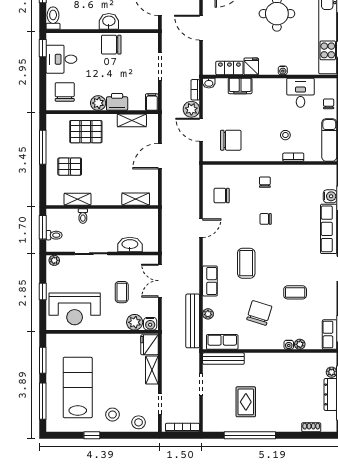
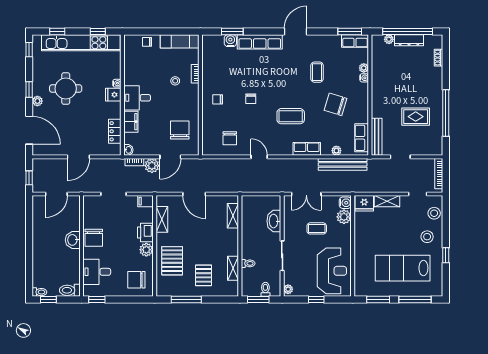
desk: (61, 59) -> (97, 272), moved, turned 90
fridge: (251, 66) -> (113, 95), moved
desk: (300, 93) -> (137, 98), moved

